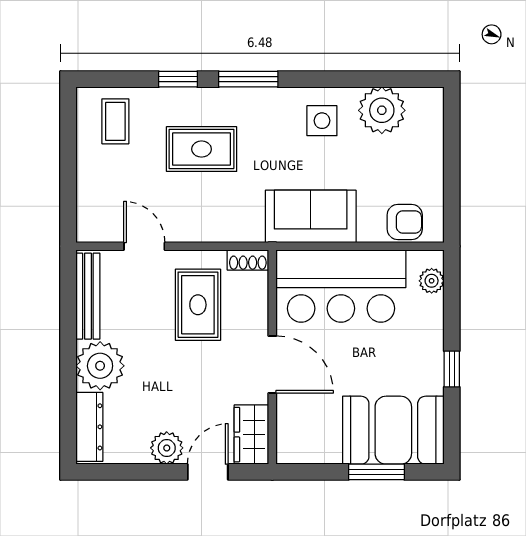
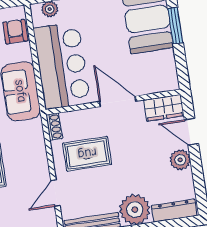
door: (272, 365) -> (118, 101), hinge flipped

